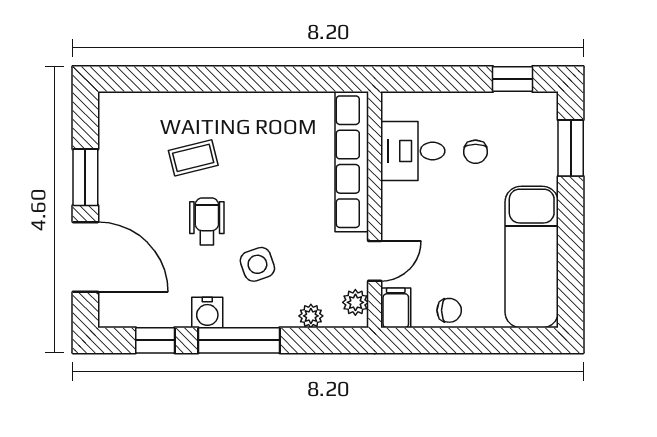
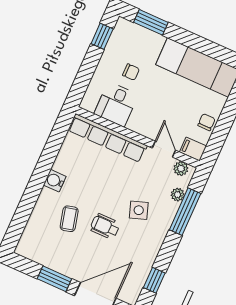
water cooler: (207, 312) -> (55, 181), moved, turned 180
window: (239, 340) -> (185, 212), moved

